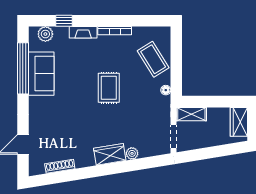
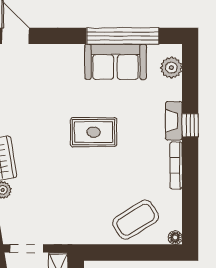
window: (64, 21) -> (190, 125), moved
rug: (109, 88) -> (94, 132), moved
floor lamp: (166, 90) -> (175, 238), moved

